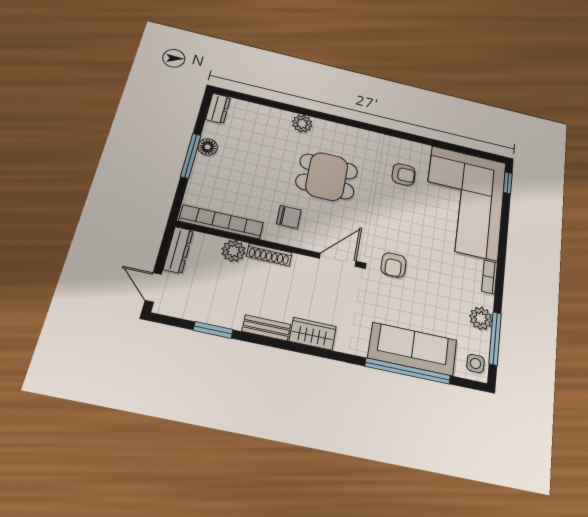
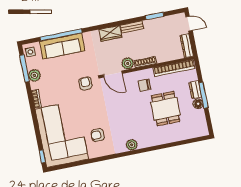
dresser: (218, 108) -> (195, 90), moved
plant: (302, 124) -> (132, 145), moved
dining table: (327, 176) -> (166, 109), moved, turned 90
plant: (233, 251) -> (128, 63), moved
door: (338, 260) -> (113, 74), hinge flipped

